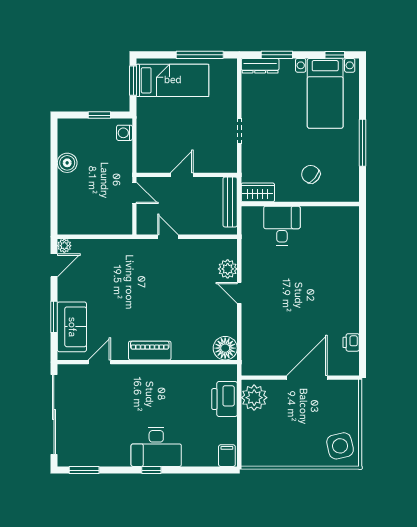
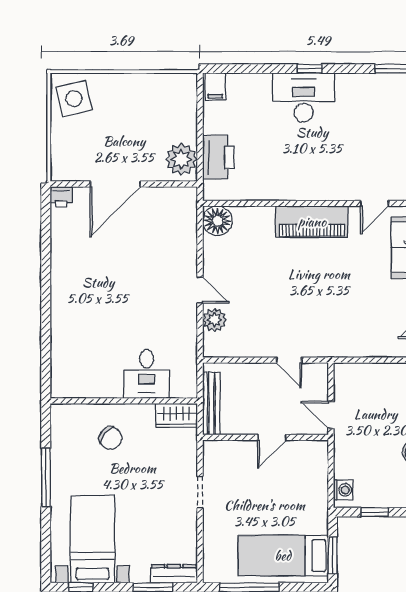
printer: (351, 342) -> (61, 197), moved, turned 90
piano: (150, 351) -> (312, 222), width x1.37, depth x1.33

